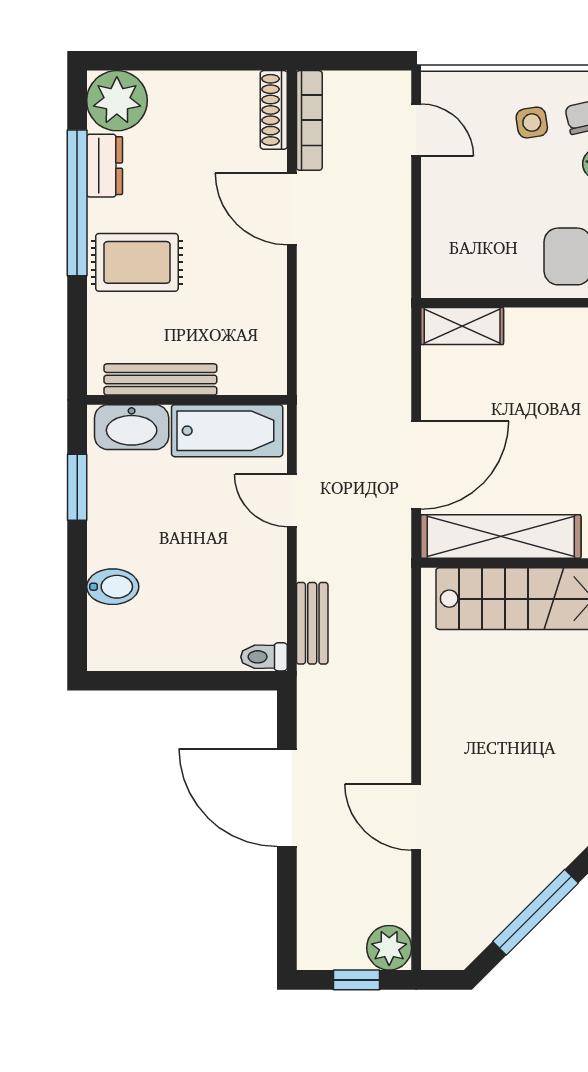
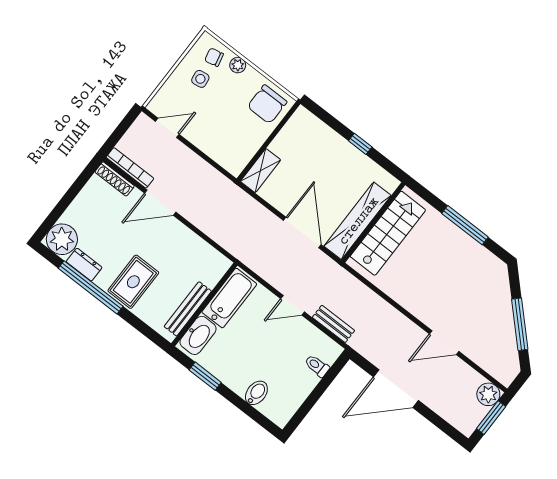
door: (292, 500) -> (293, 305), moved
toilet: (264, 657) -> (317, 366), moved, turned 90
window: (357, 980) -> (491, 418), width x1.50

